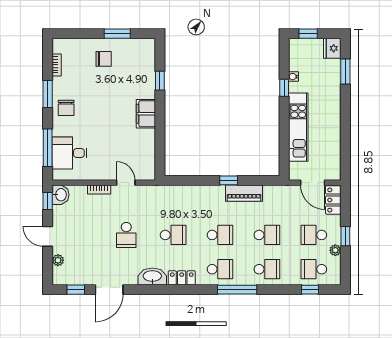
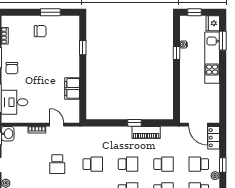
filing cabinet: (146, 114) -> (72, 88), moved
kitchen unit: (298, 127) -> (212, 58), moved, turned 180

